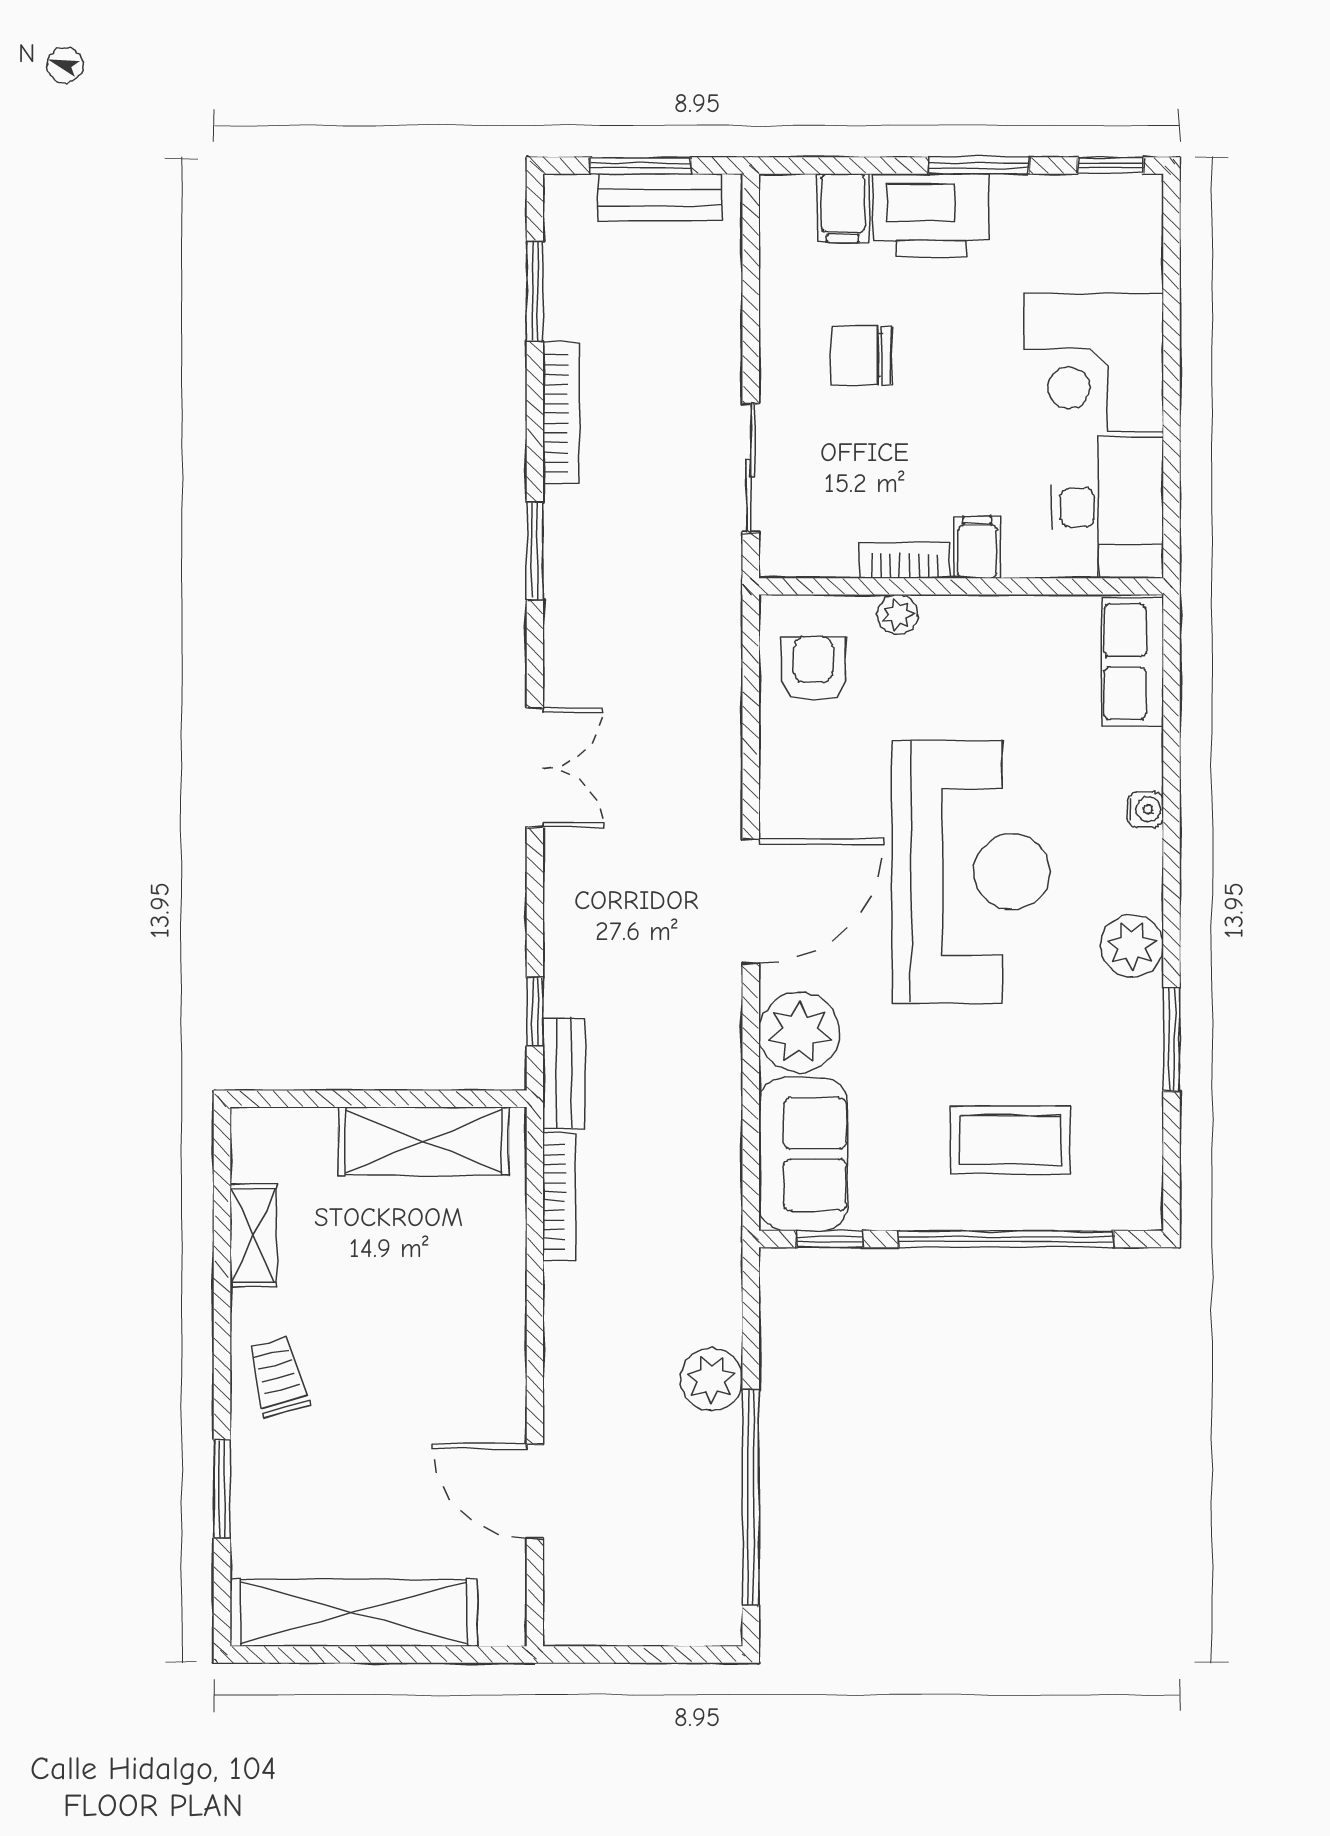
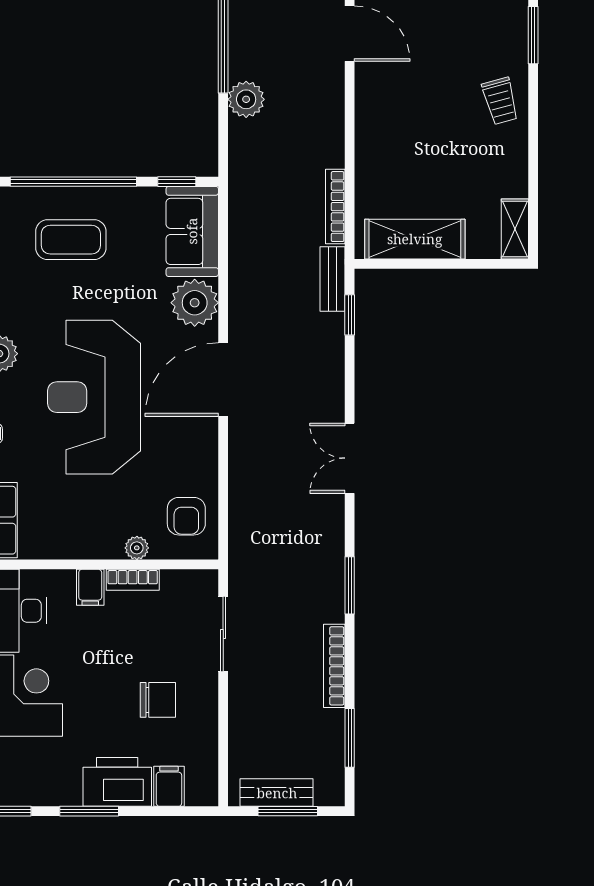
shelving: (253, 1235) -> (515, 229), moved

